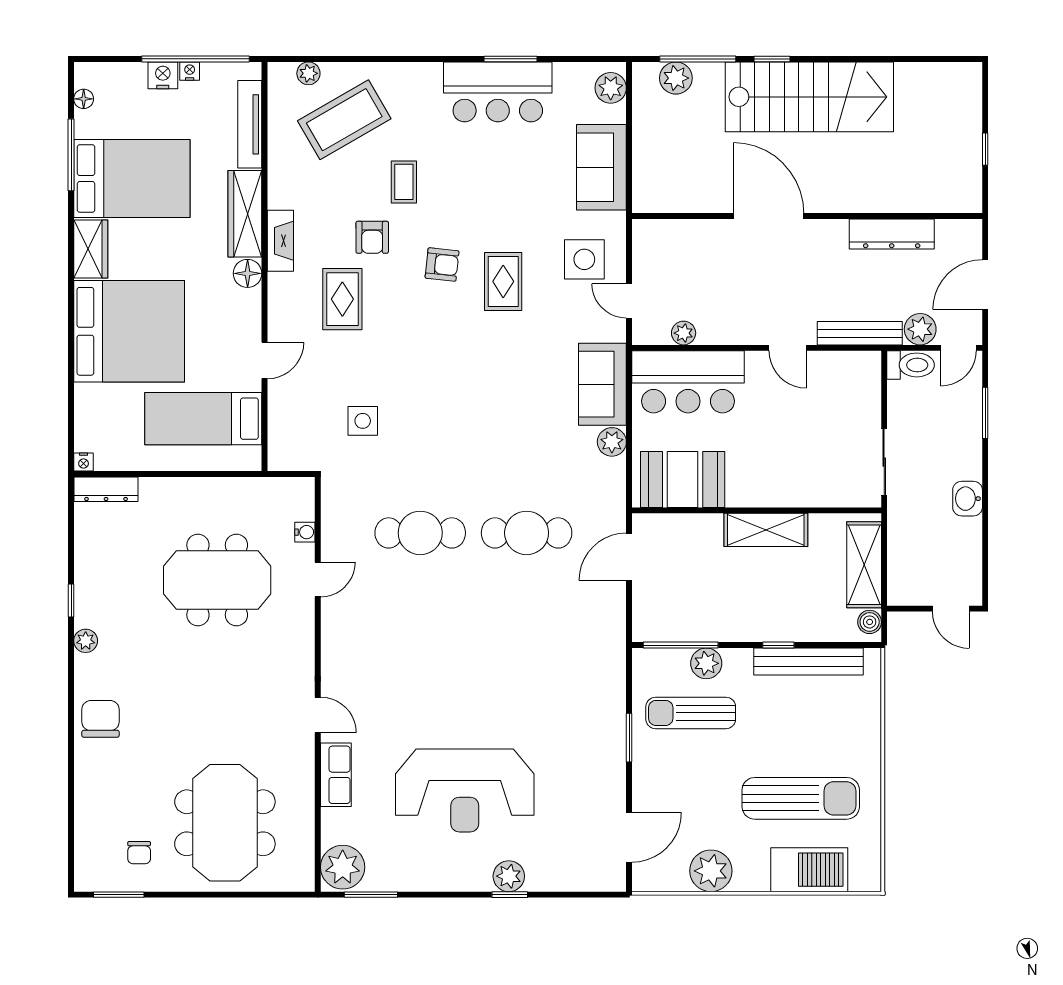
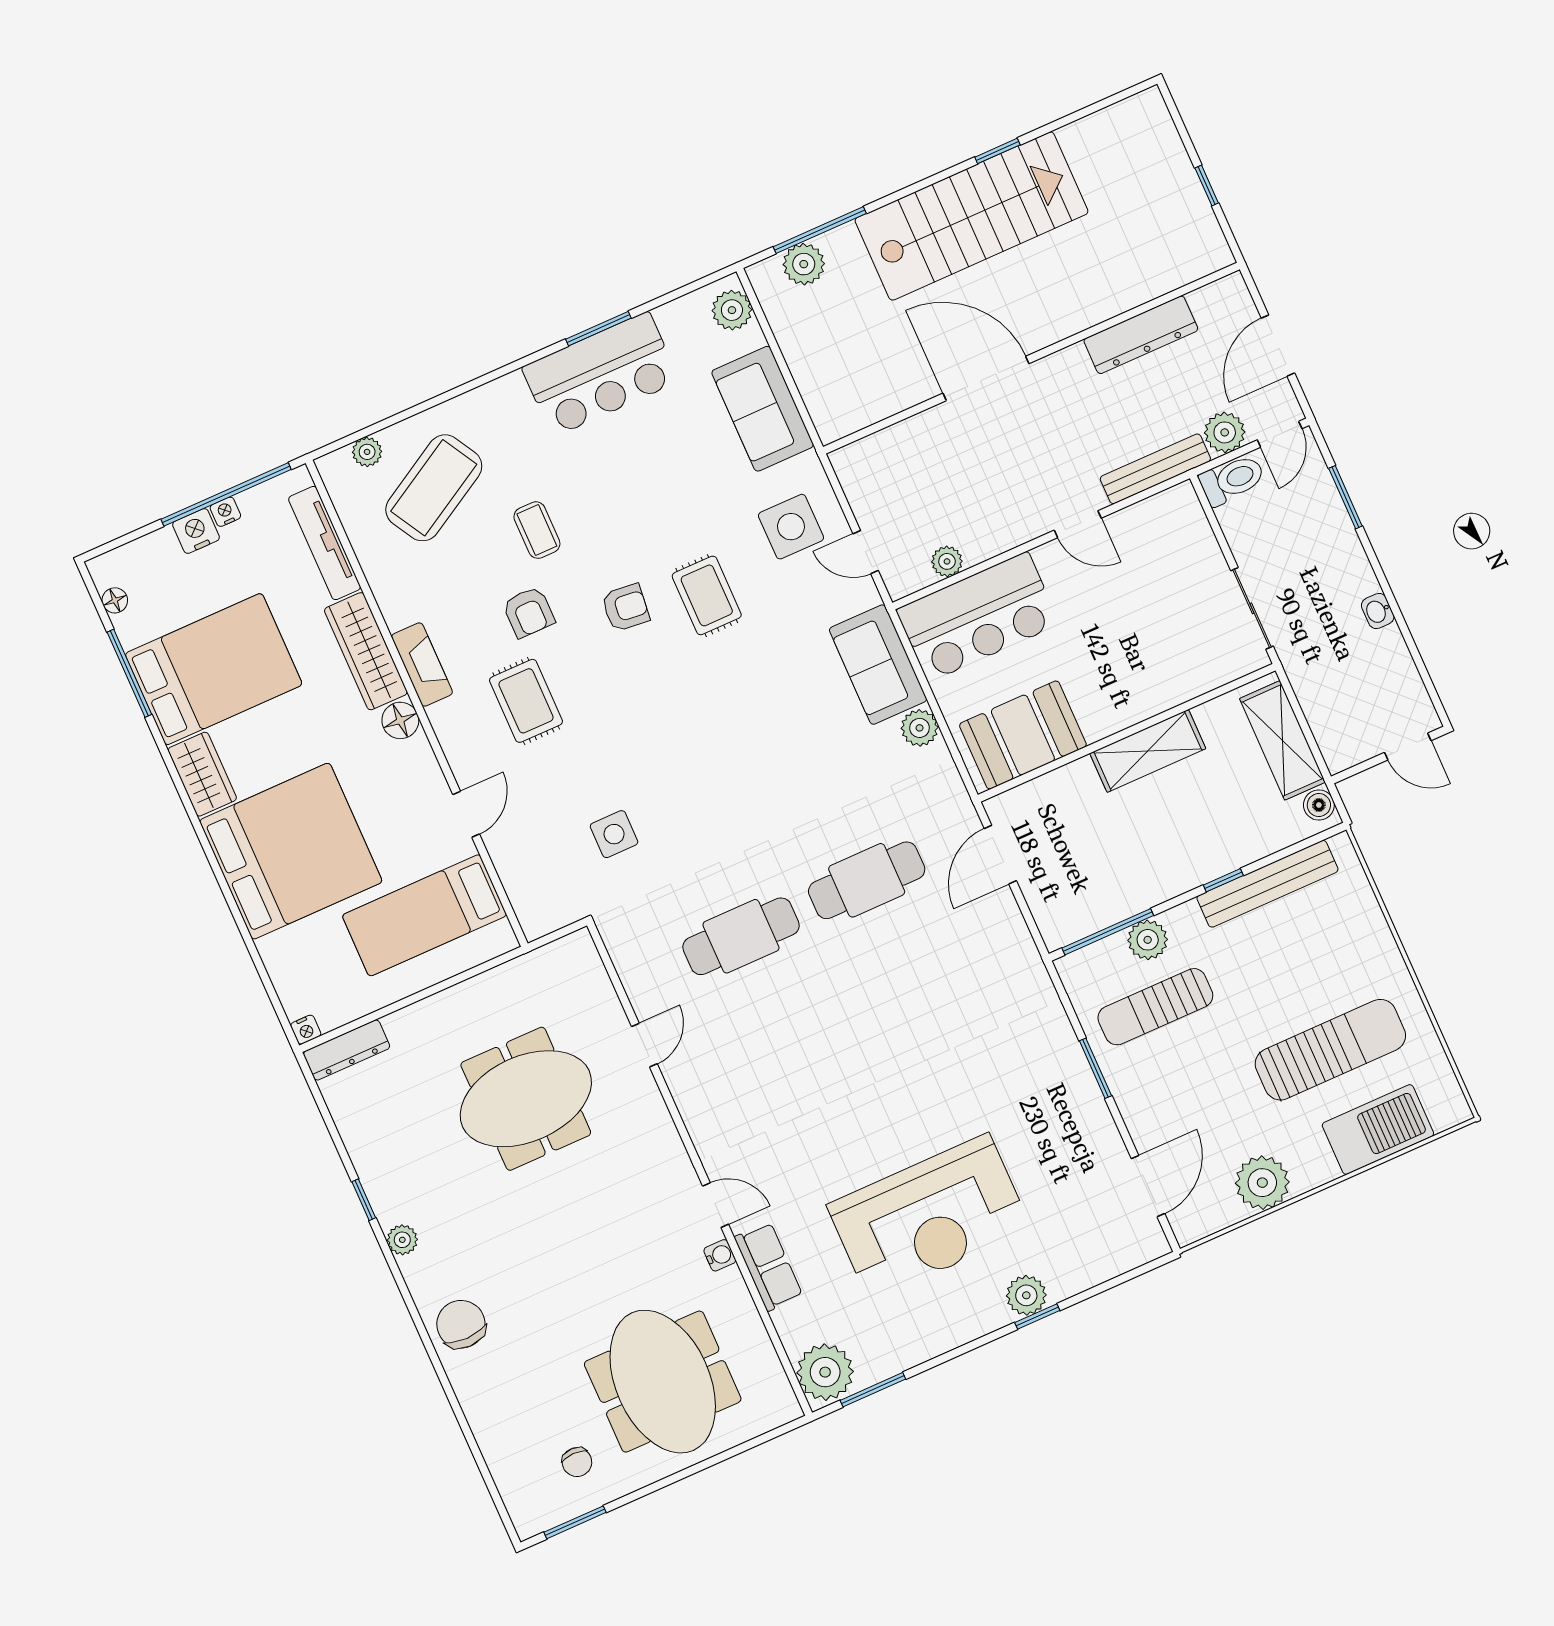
window: (772, 59) -> (997, 151), moved
washbasin: (968, 499) -> (1378, 611), width x0.72, depth x0.69
water cooler: (305, 532) -> (720, 1255), moved

